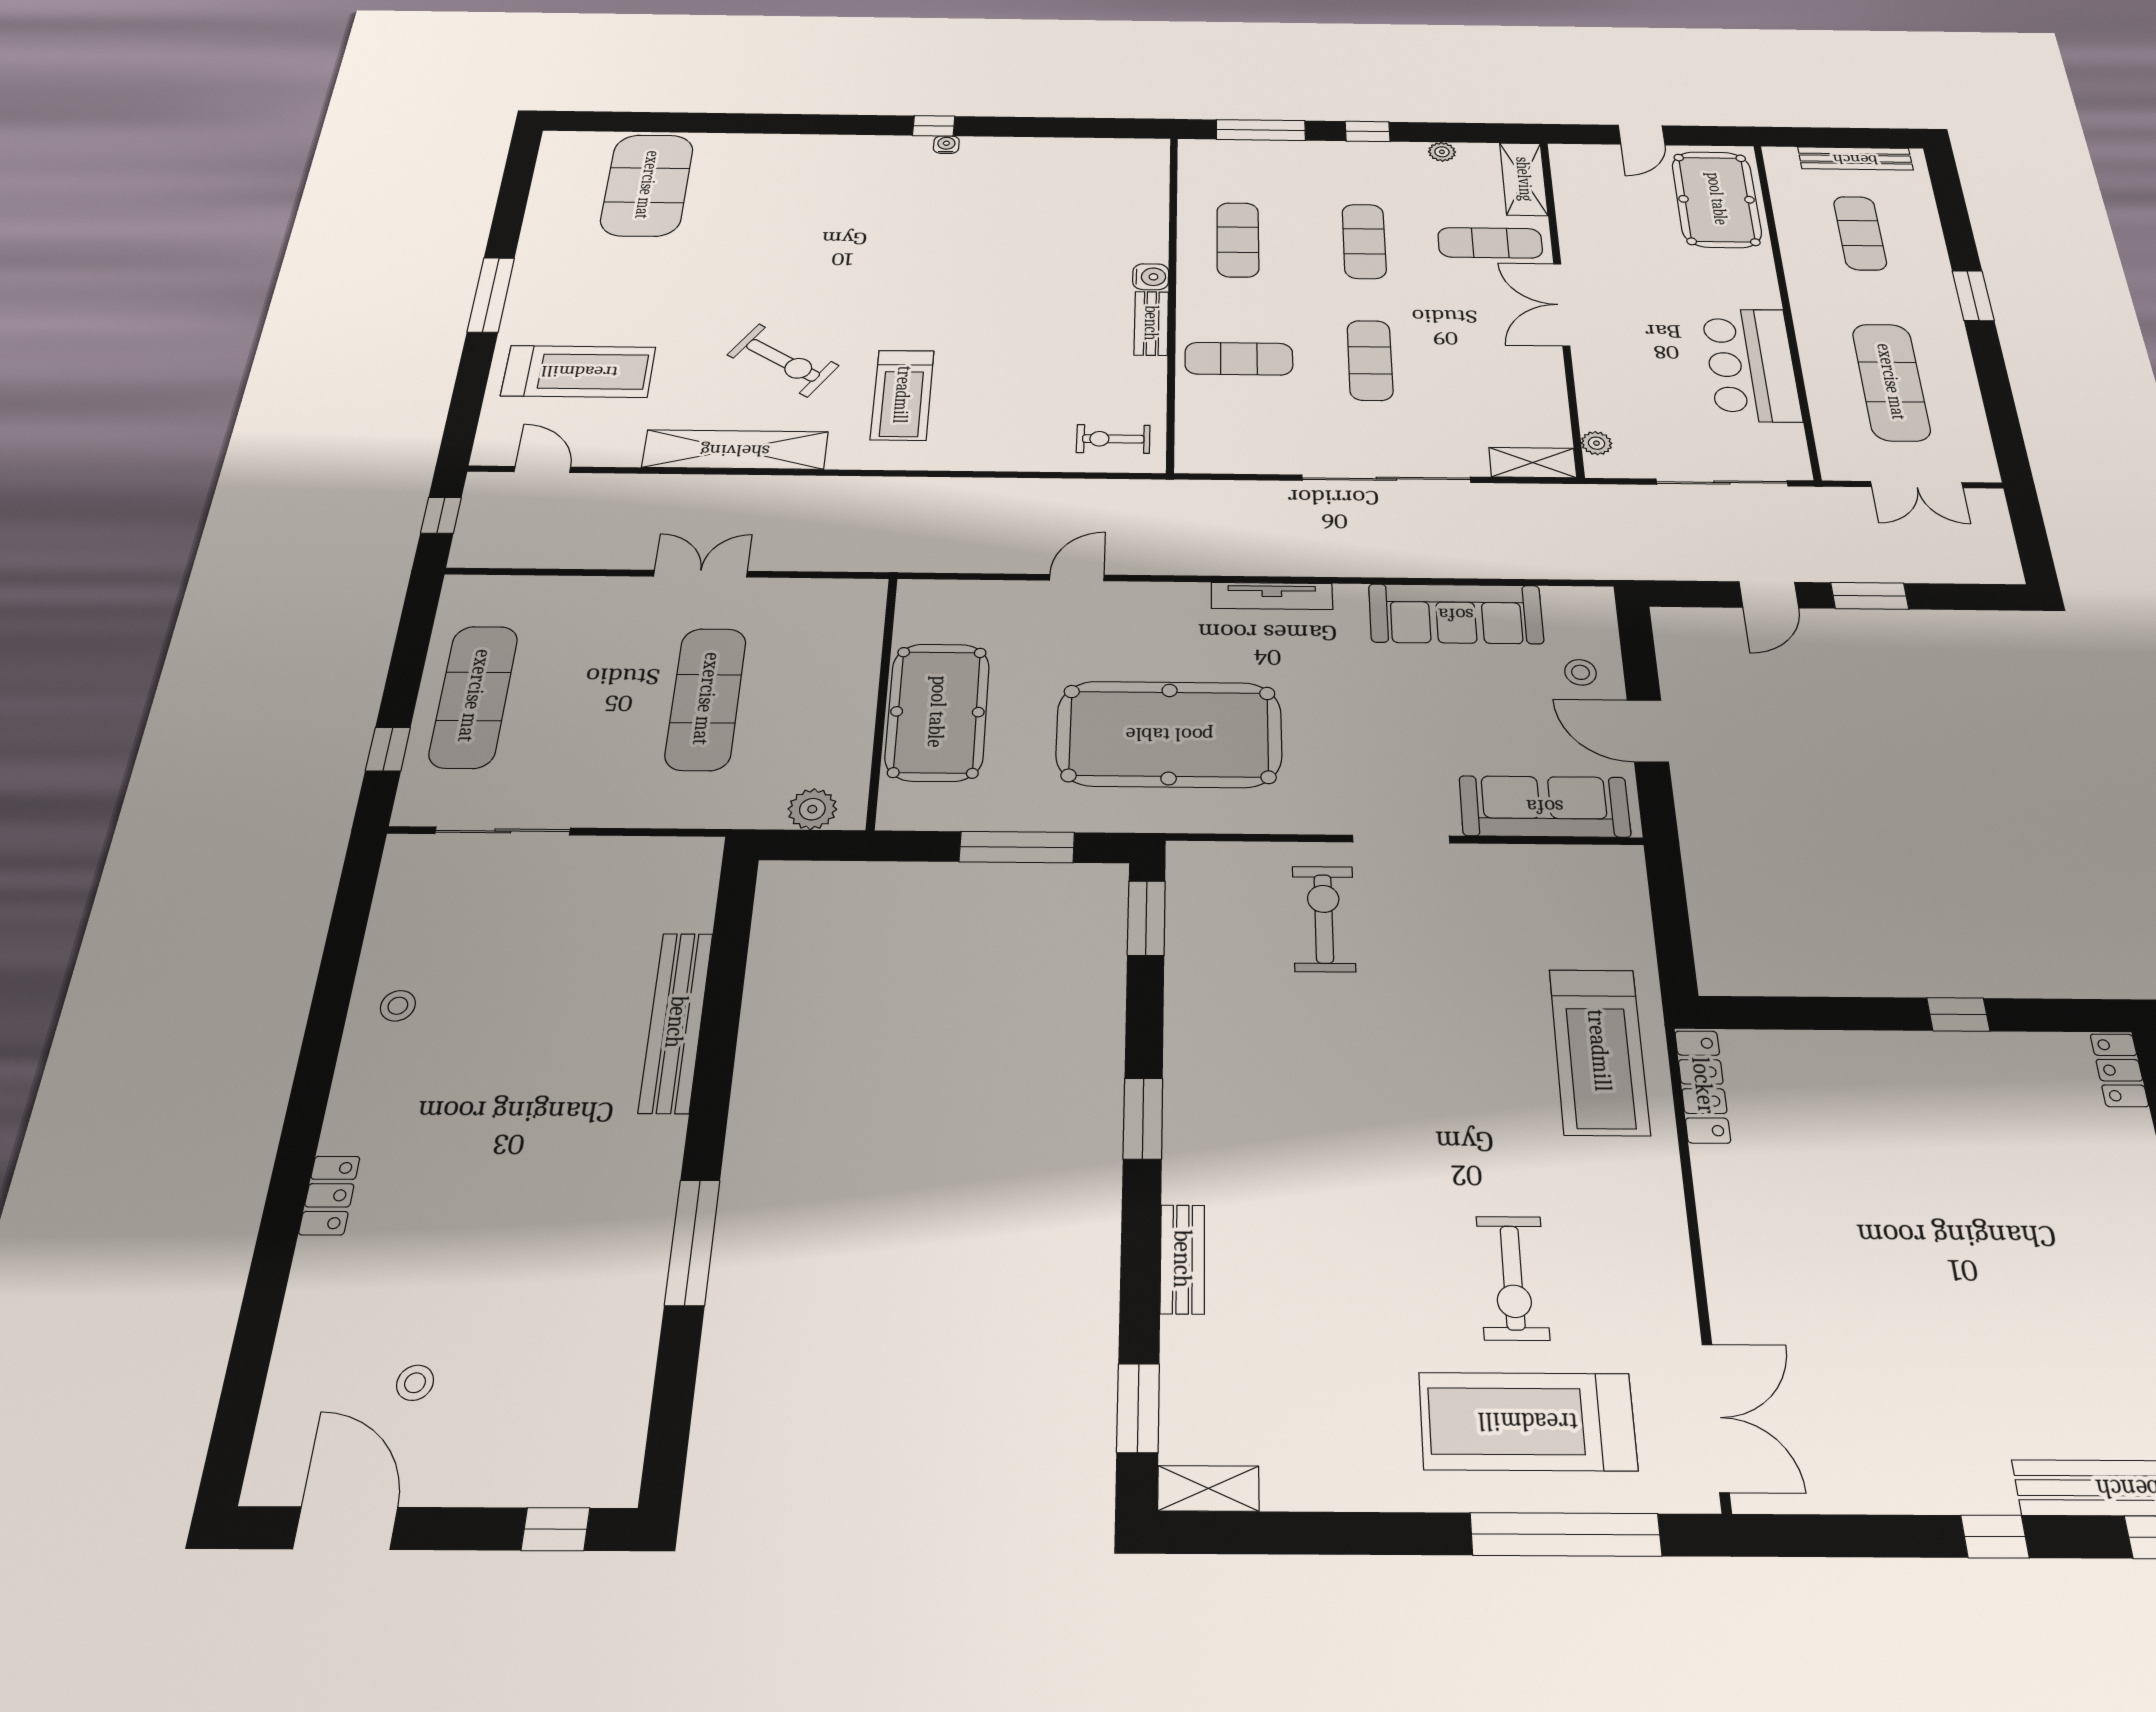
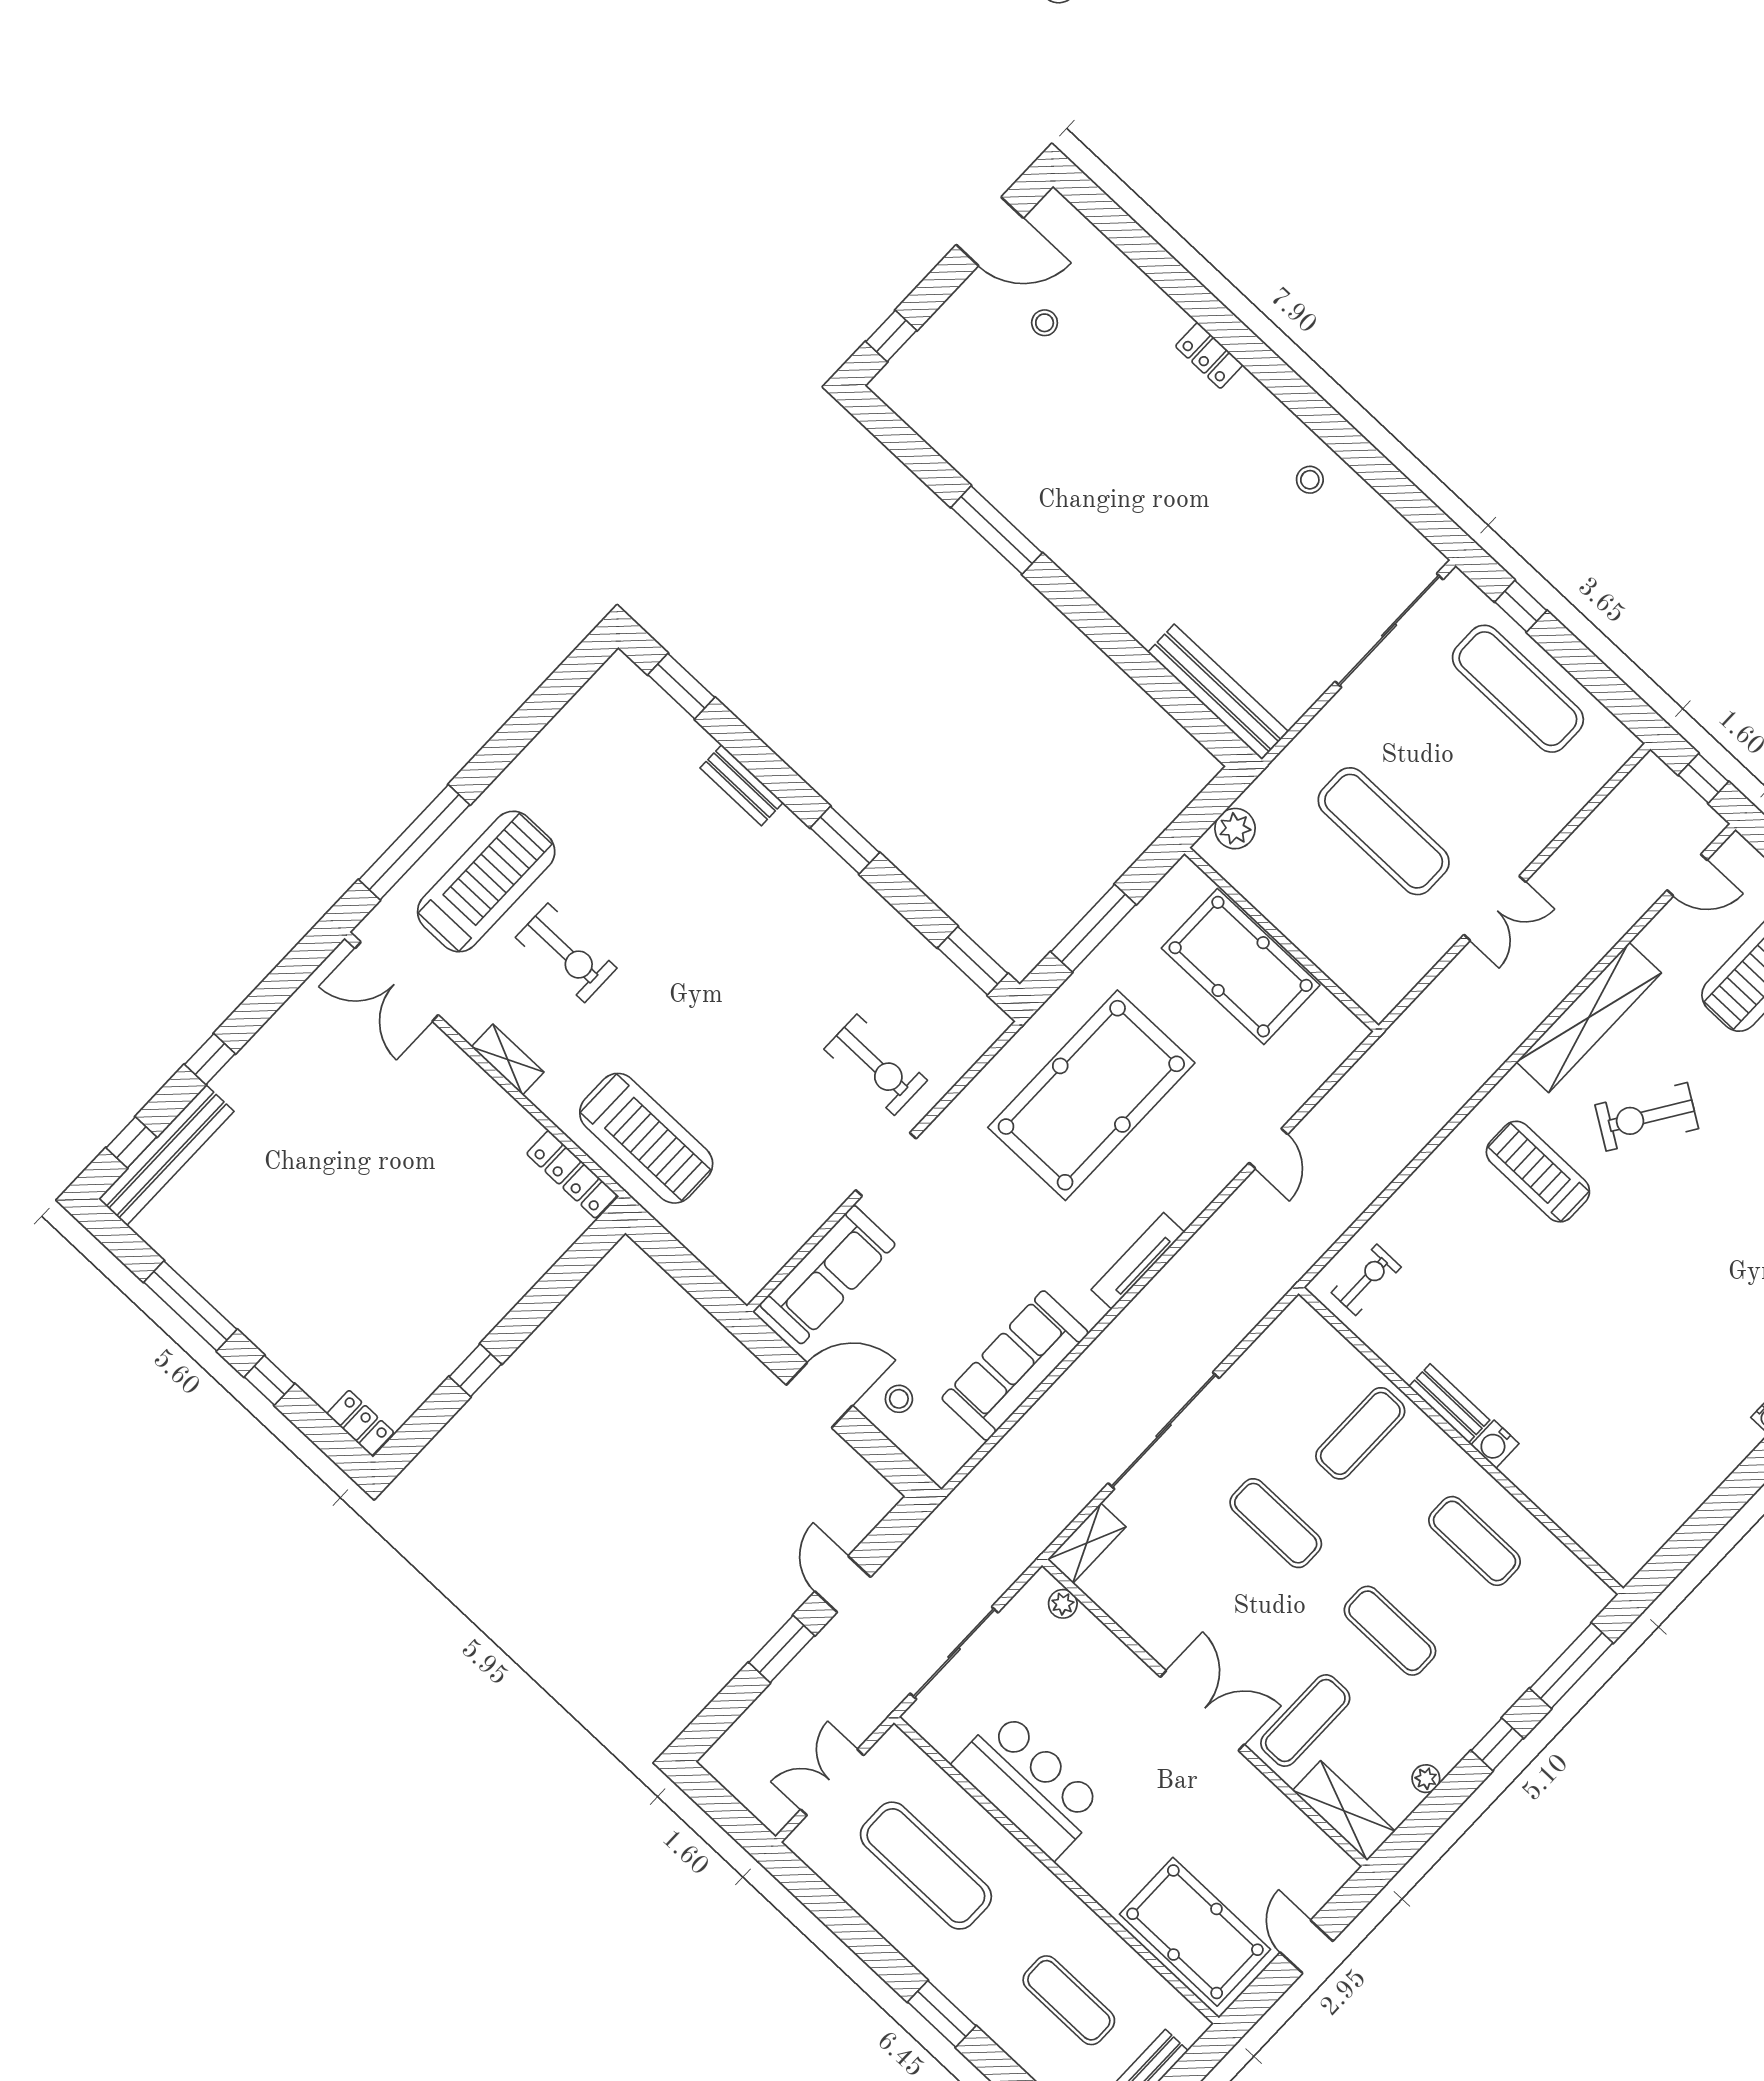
sliding door: (503, 831) -> (1389, 630), width x1.36
bench: (676, 1022) -> (1218, 692), moved
treadmill: (1599, 1051) -> (646, 1138), turned 180
exercise bike: (1513, 1278) -> (566, 953), turned 180
shelving: (1208, 1488) -> (508, 1060), moved, turned 90

